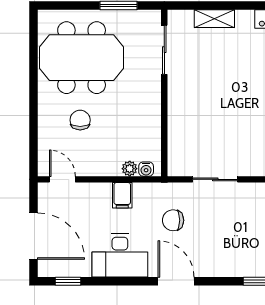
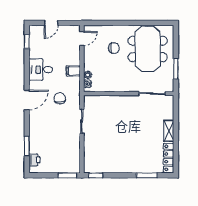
shelving: (214, 19) -> (169, 131), moved
door: (34, 236) -> (51, 23), width x0.53
desk: (120, 255) -> (41, 70), width x0.73

